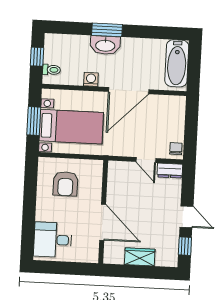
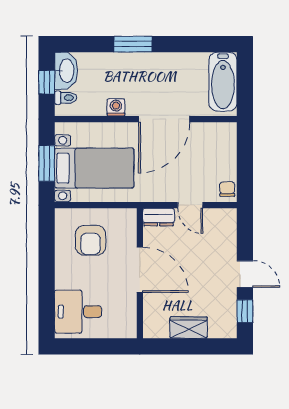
washbasin: (105, 45) -> (66, 71), moved, turned -90
dresser: (170, 171) -> (159, 217), moved
door: (103, 222) -> (140, 270), moved

